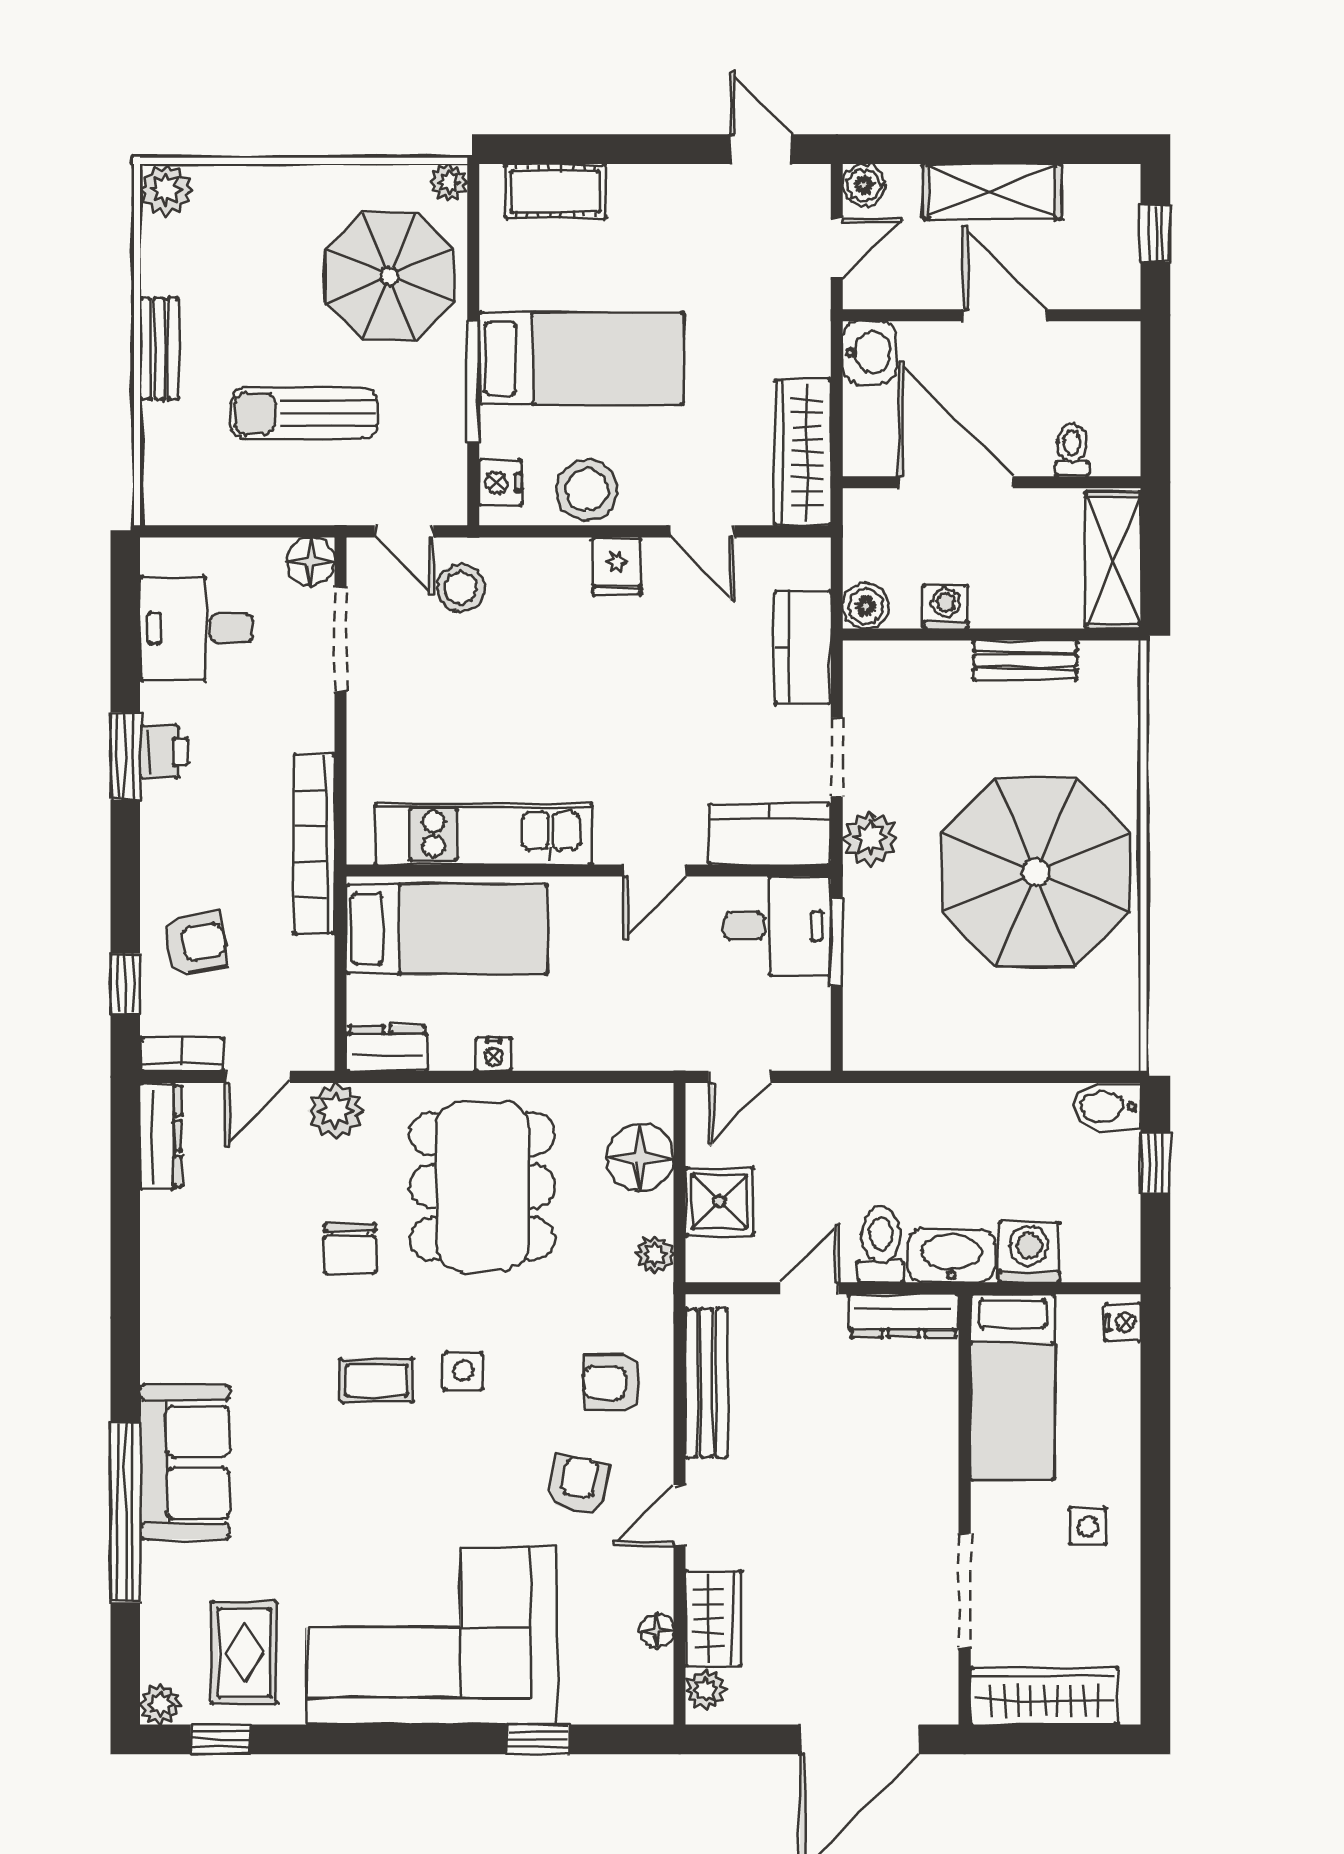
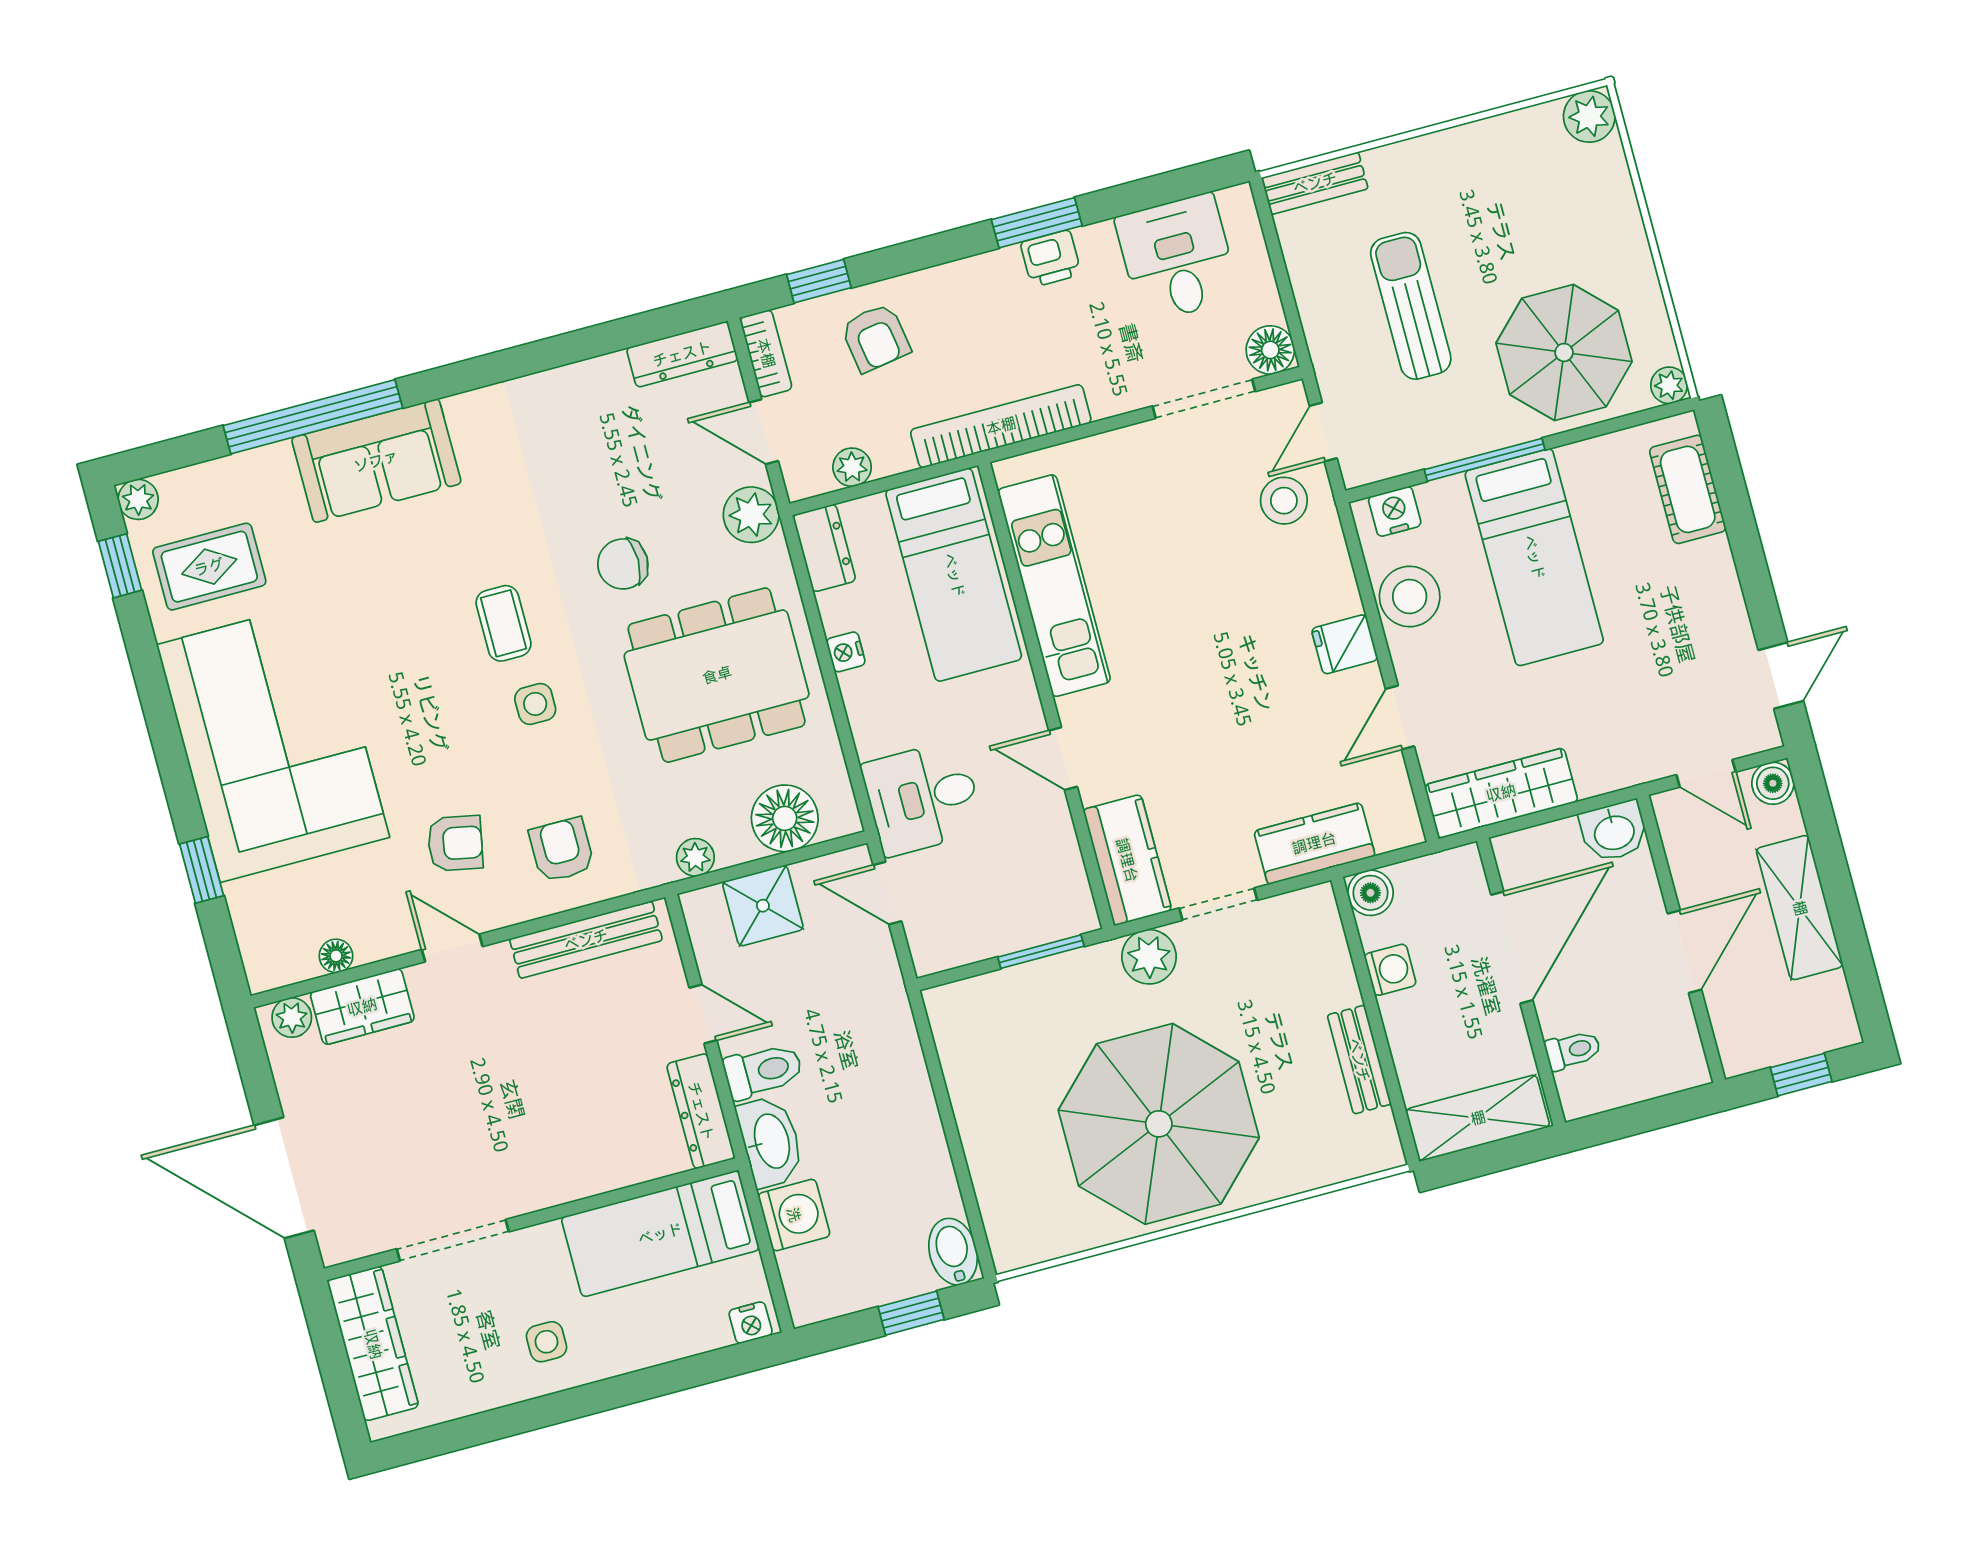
bench: (159, 348) -> (1315, 183), moved
desk: (778, 926) -> (923, 798), moved, turned 90
plant: (315, 1000) -> (852, 467), added

